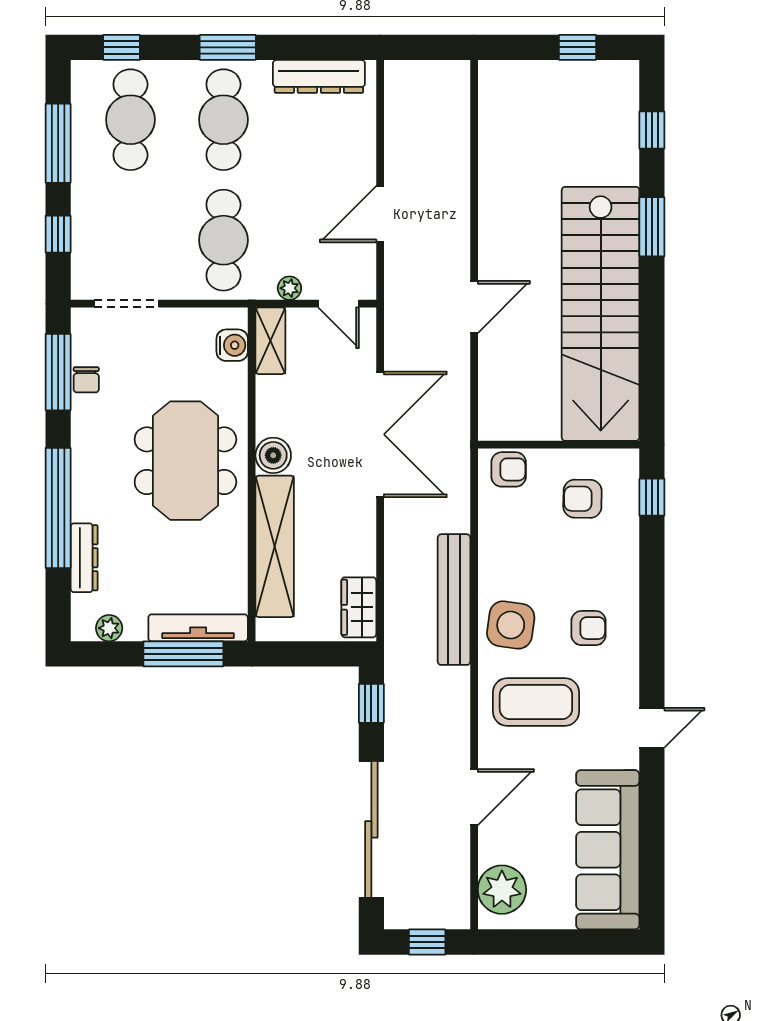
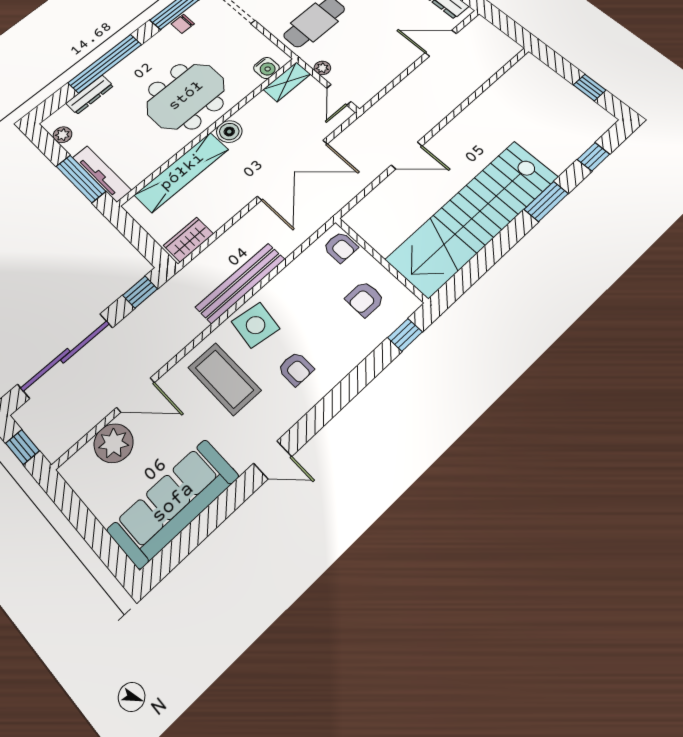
door: (380, 214) -> (441, 43), moved
armchair: (582, 499) -> (365, 299), turned -91
plant: (502, 890) -> (114, 443), moved

